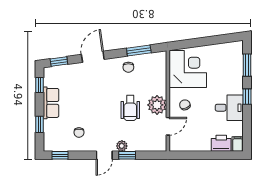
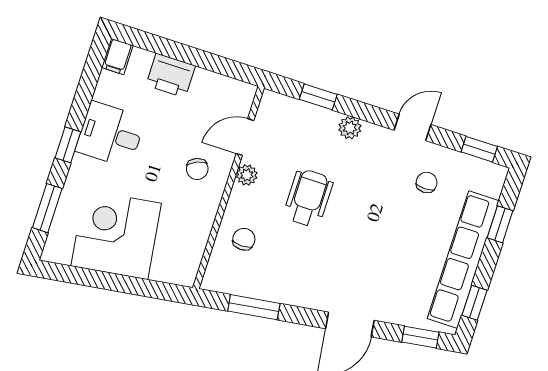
chair: (128, 67) -> (244, 239), moved
corner desk: (188, 69) -> (116, 235), moved, turned 82
row of seats: (51, 103) -> (463, 260), width x2.02
plant: (157, 105) -> (247, 175), width x0.53, depth x0.53
printer: (221, 143) -> (171, 75), moved
door: (104, 155) -> (412, 127), moved
window: (127, 155) -> (318, 97), moved

